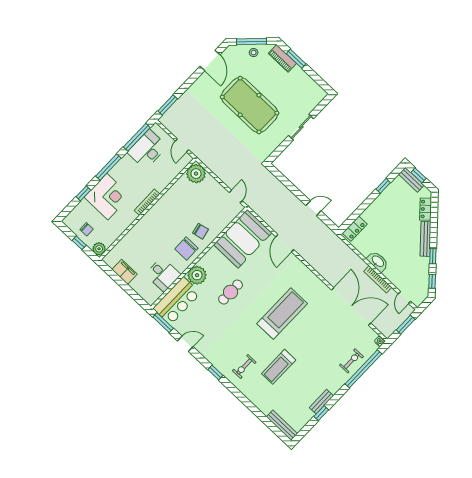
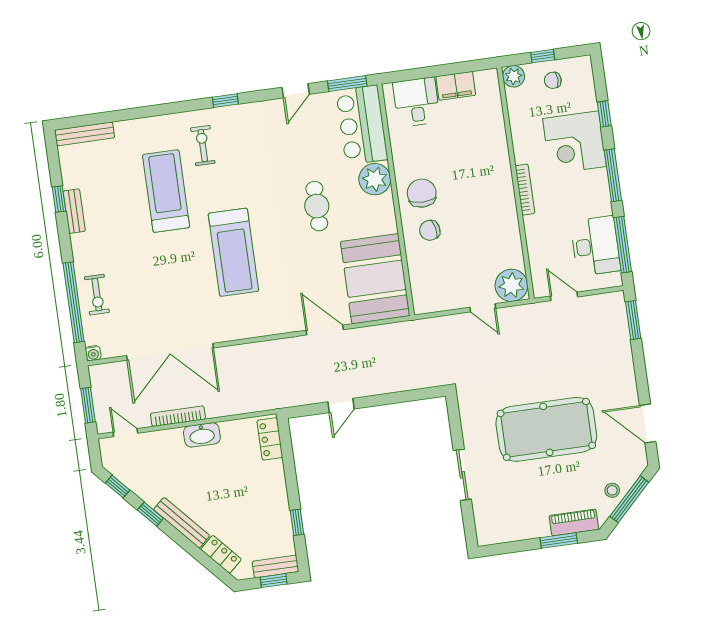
door: (236, 197) -> (483, 308), moved
desk: (163, 274) -> (416, 102), moved, turned 90
treadmill: (279, 367) -> (166, 191), width x1.37, depth x1.38

